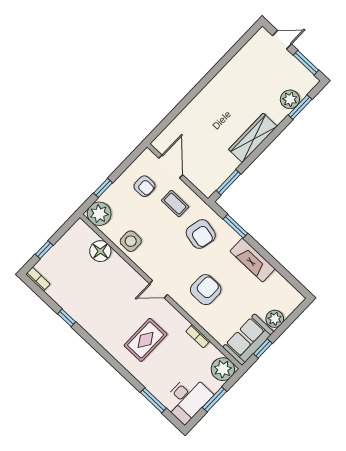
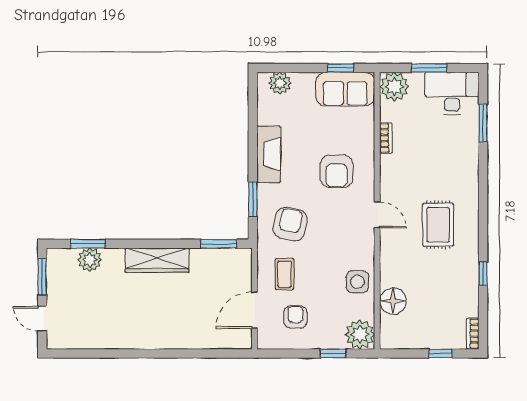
armchair: (206, 290) -> (336, 171), turned -90
plant: (275, 319) -> (280, 83), moved
rug: (146, 340) -> (438, 225), moved, turned 90

